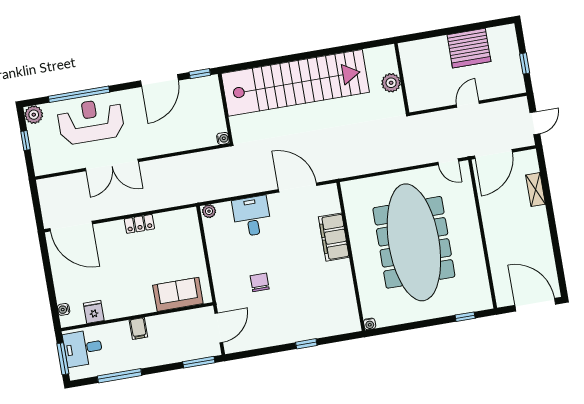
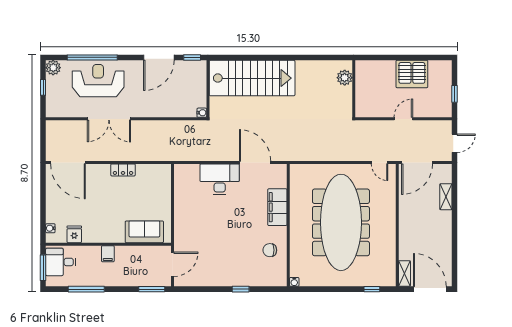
stairs: (295, 83) -> (252, 78), width x0.73
plant: (391, 83) -> (345, 78), moved
plant: (209, 211) -> (181, 169), removed
desk: (252, 216) -> (220, 179), width x1.37
chair: (260, 282) -> (270, 250), moved, turned -90
shelving: (501, 291) -> (404, 274), added

